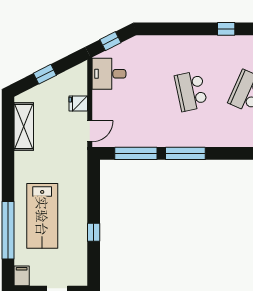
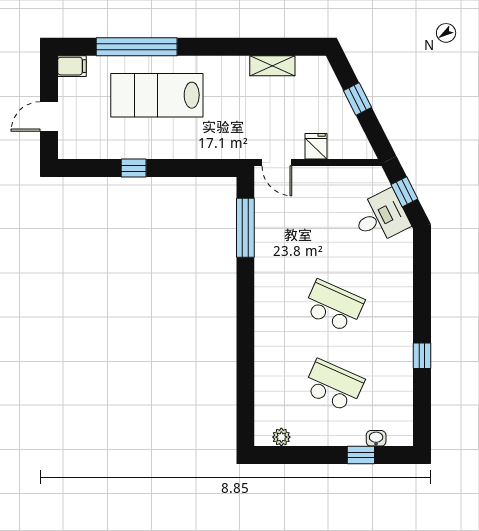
desk: (109, 74) -> (381, 217), moved, turned 63
school desk: (191, 91) -> (334, 306), turned 36
shelving: (24, 126) -> (272, 66), width x0.67, depth x0.75
window: (185, 153) -> (245, 298), removed

